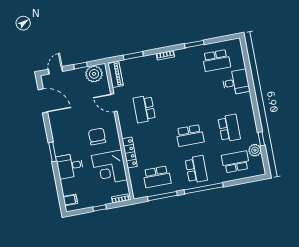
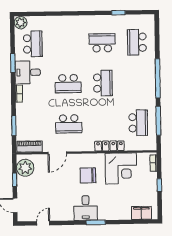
desk: (236, 82) -> (28, 72), moved, turned -90
door: (43, 101) -> (43, 223), width x0.53
plant: (255, 150) -> (21, 23), moved
desk: (70, 166) -> (86, 208), moved
school desk: (196, 169) -> (68, 84), moved, turned 180
filing cabinet: (70, 200) -> (141, 213), width x2.00

